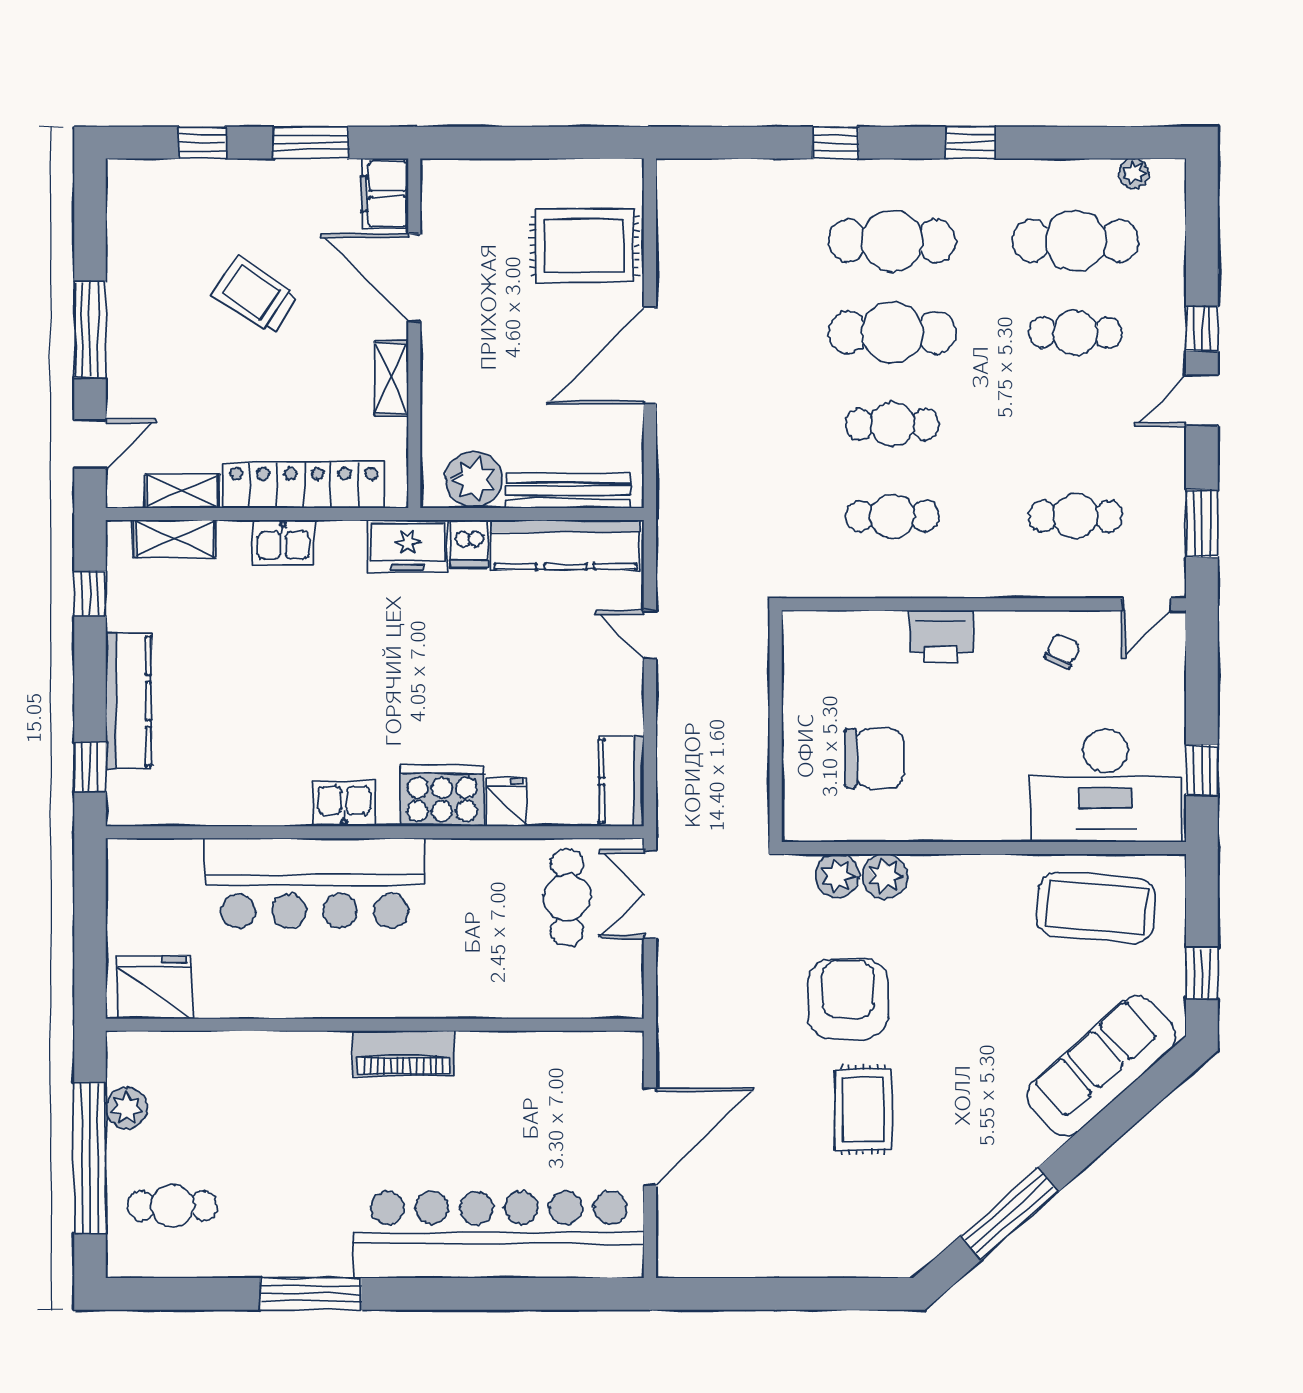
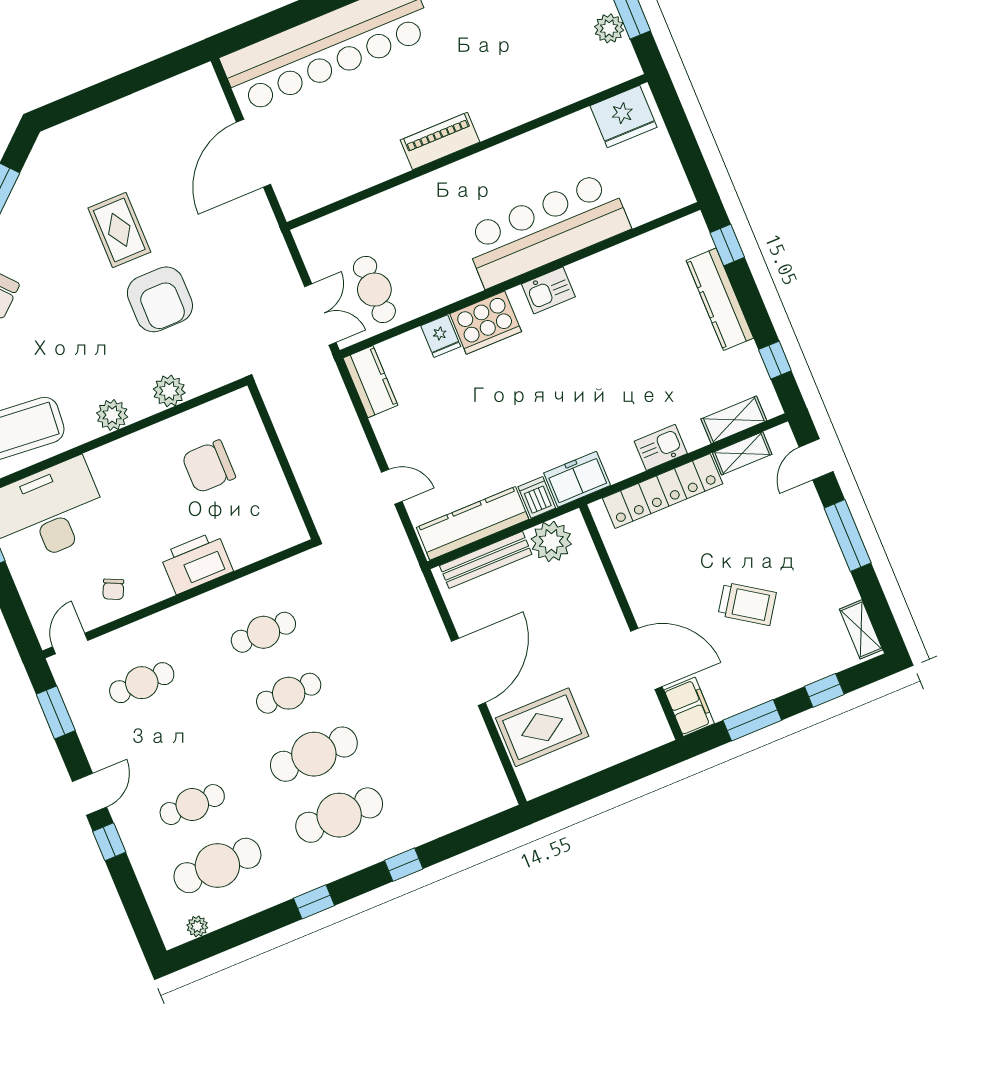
shelving: (391, 378) -> (861, 629), moved
printer: (941, 636) -> (196, 563), width x1.37, depth x1.19
plant: (837, 876) -> (112, 415), moved

